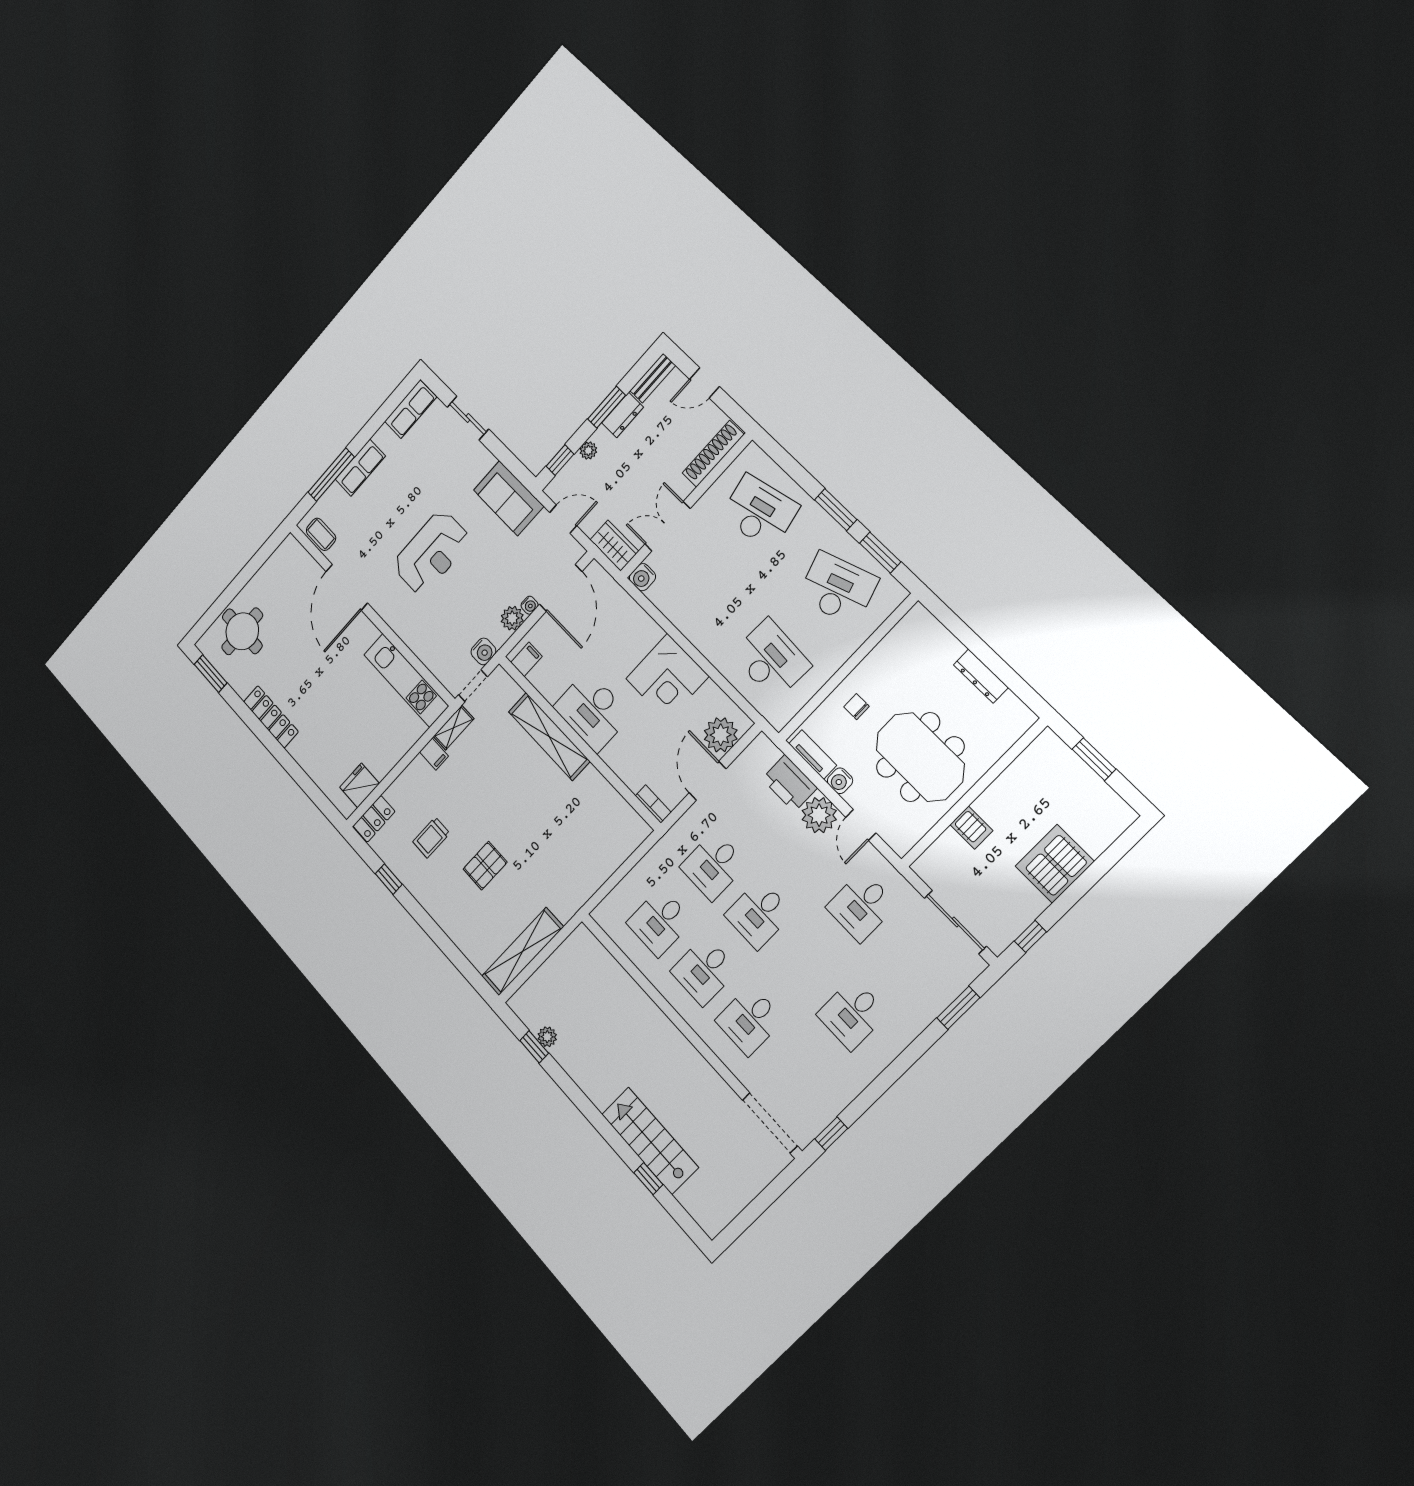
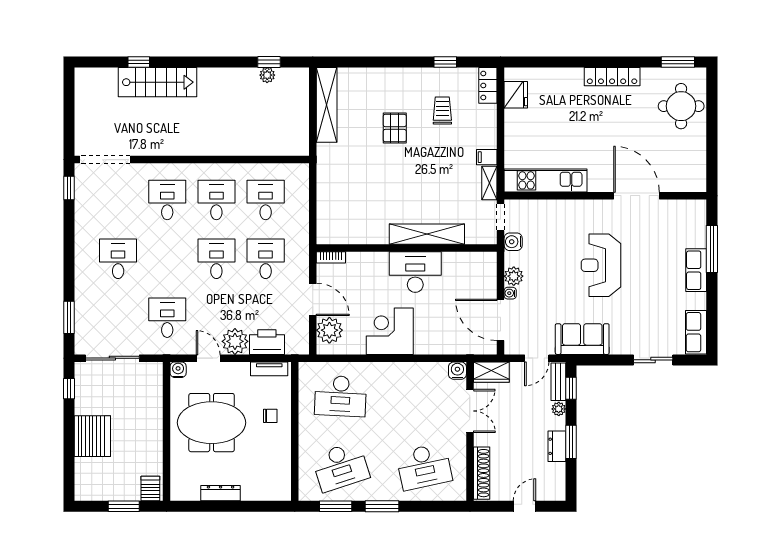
bench: (653, 378) -> (558, 382), moved
coffee table: (321, 534) -> (684, 209), removed
filing cabinet: (526, 659) -> (482, 262), removed
water cooler: (840, 781) -> (178, 370), moved
server rack: (971, 828) -> (150, 489), moved, turned 90

